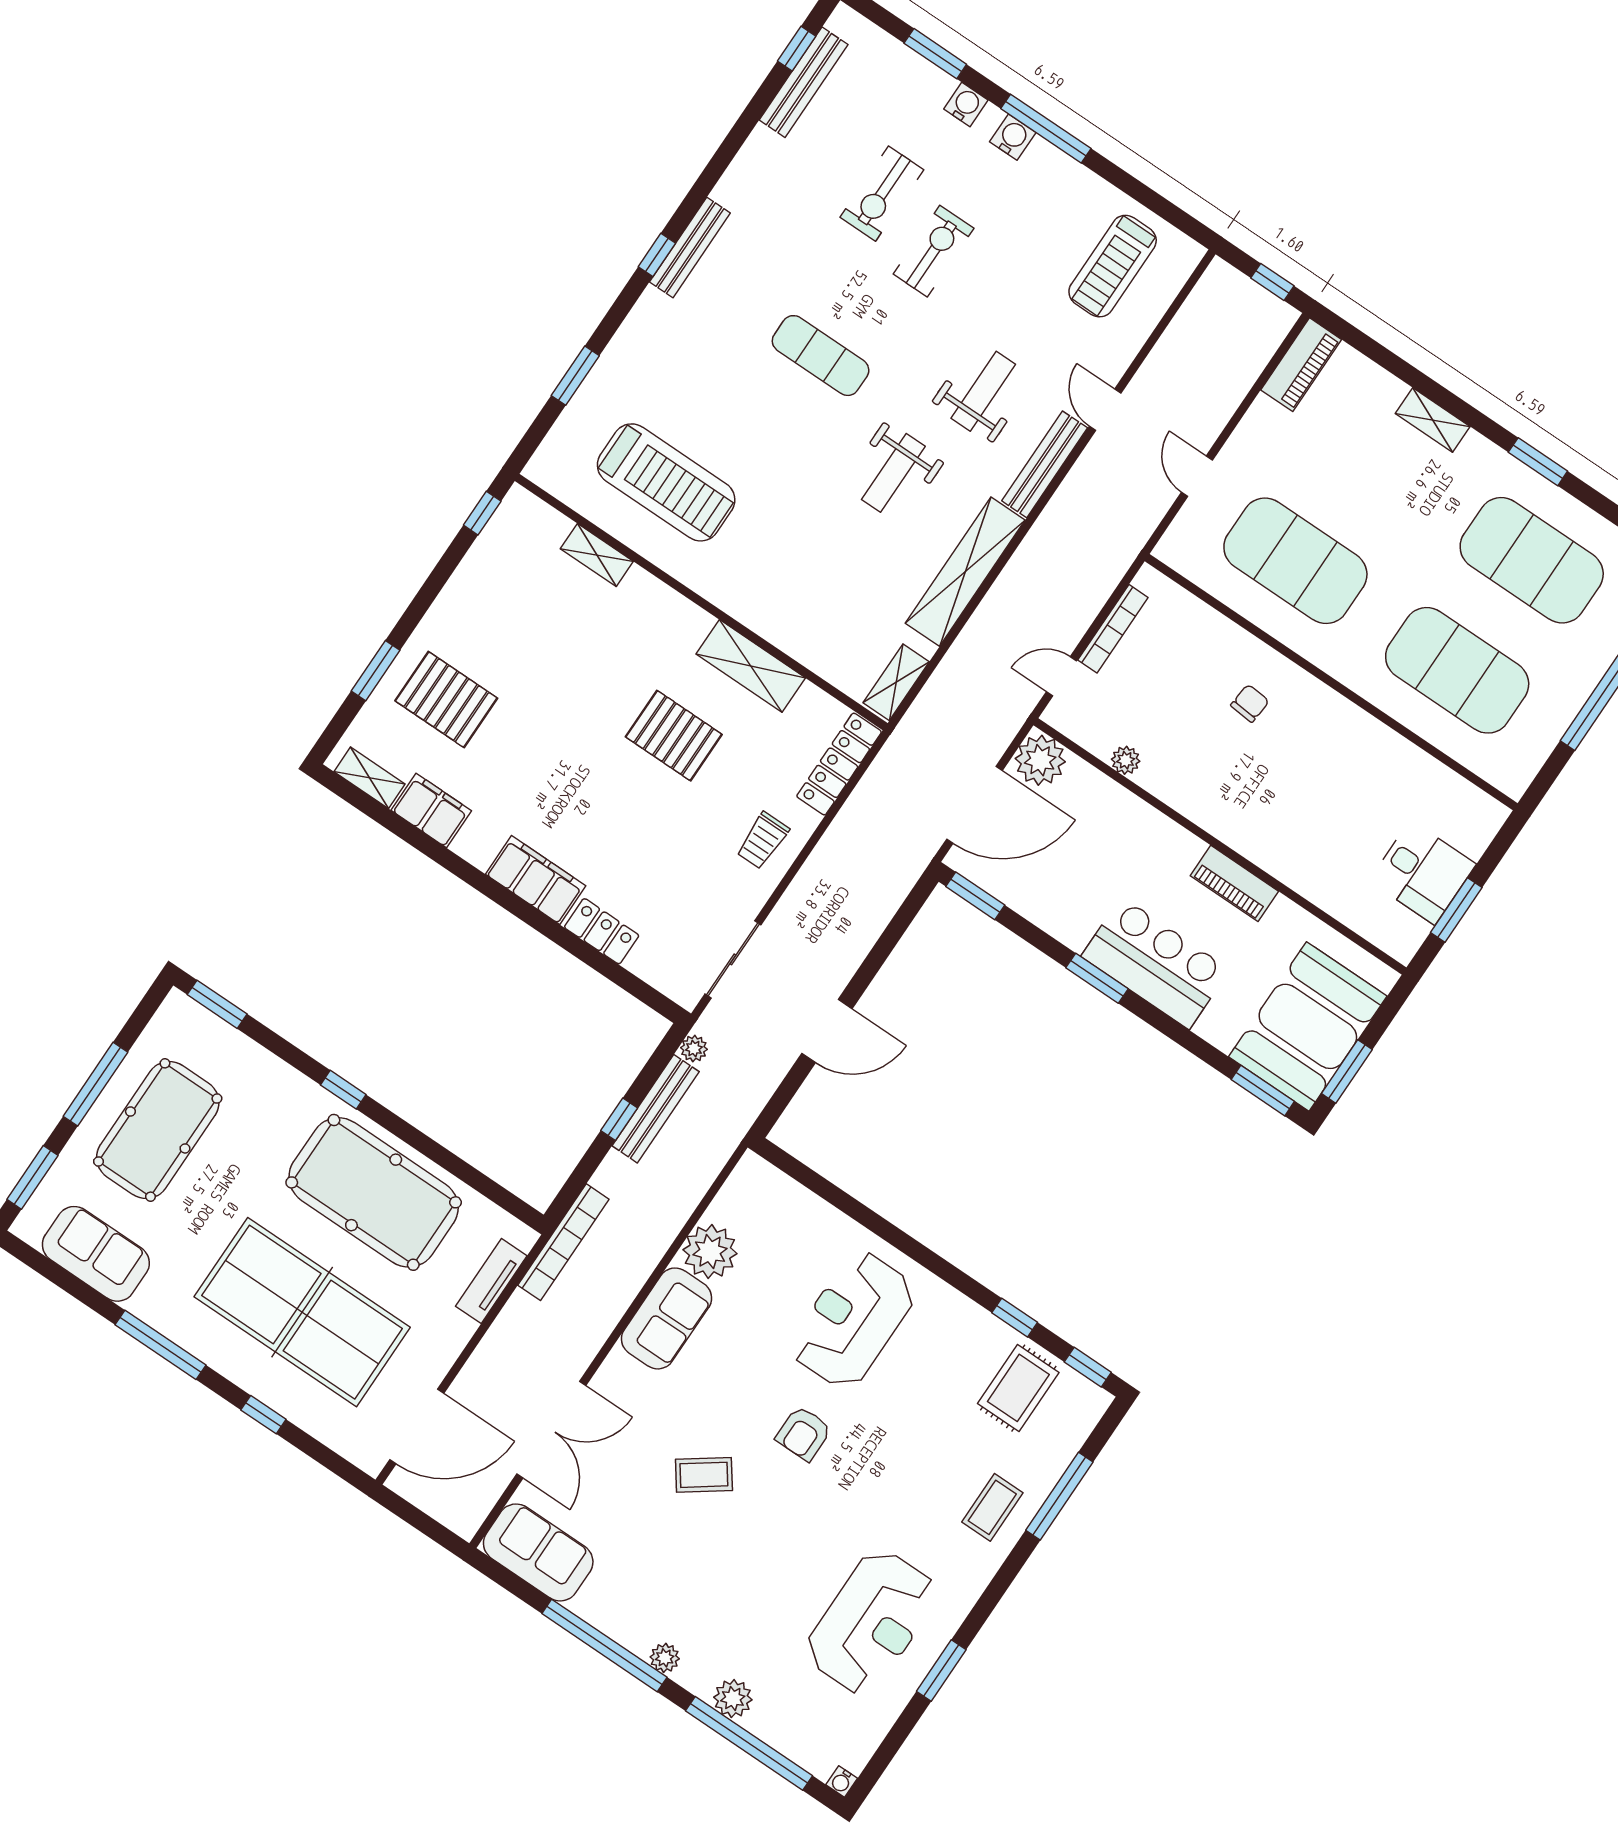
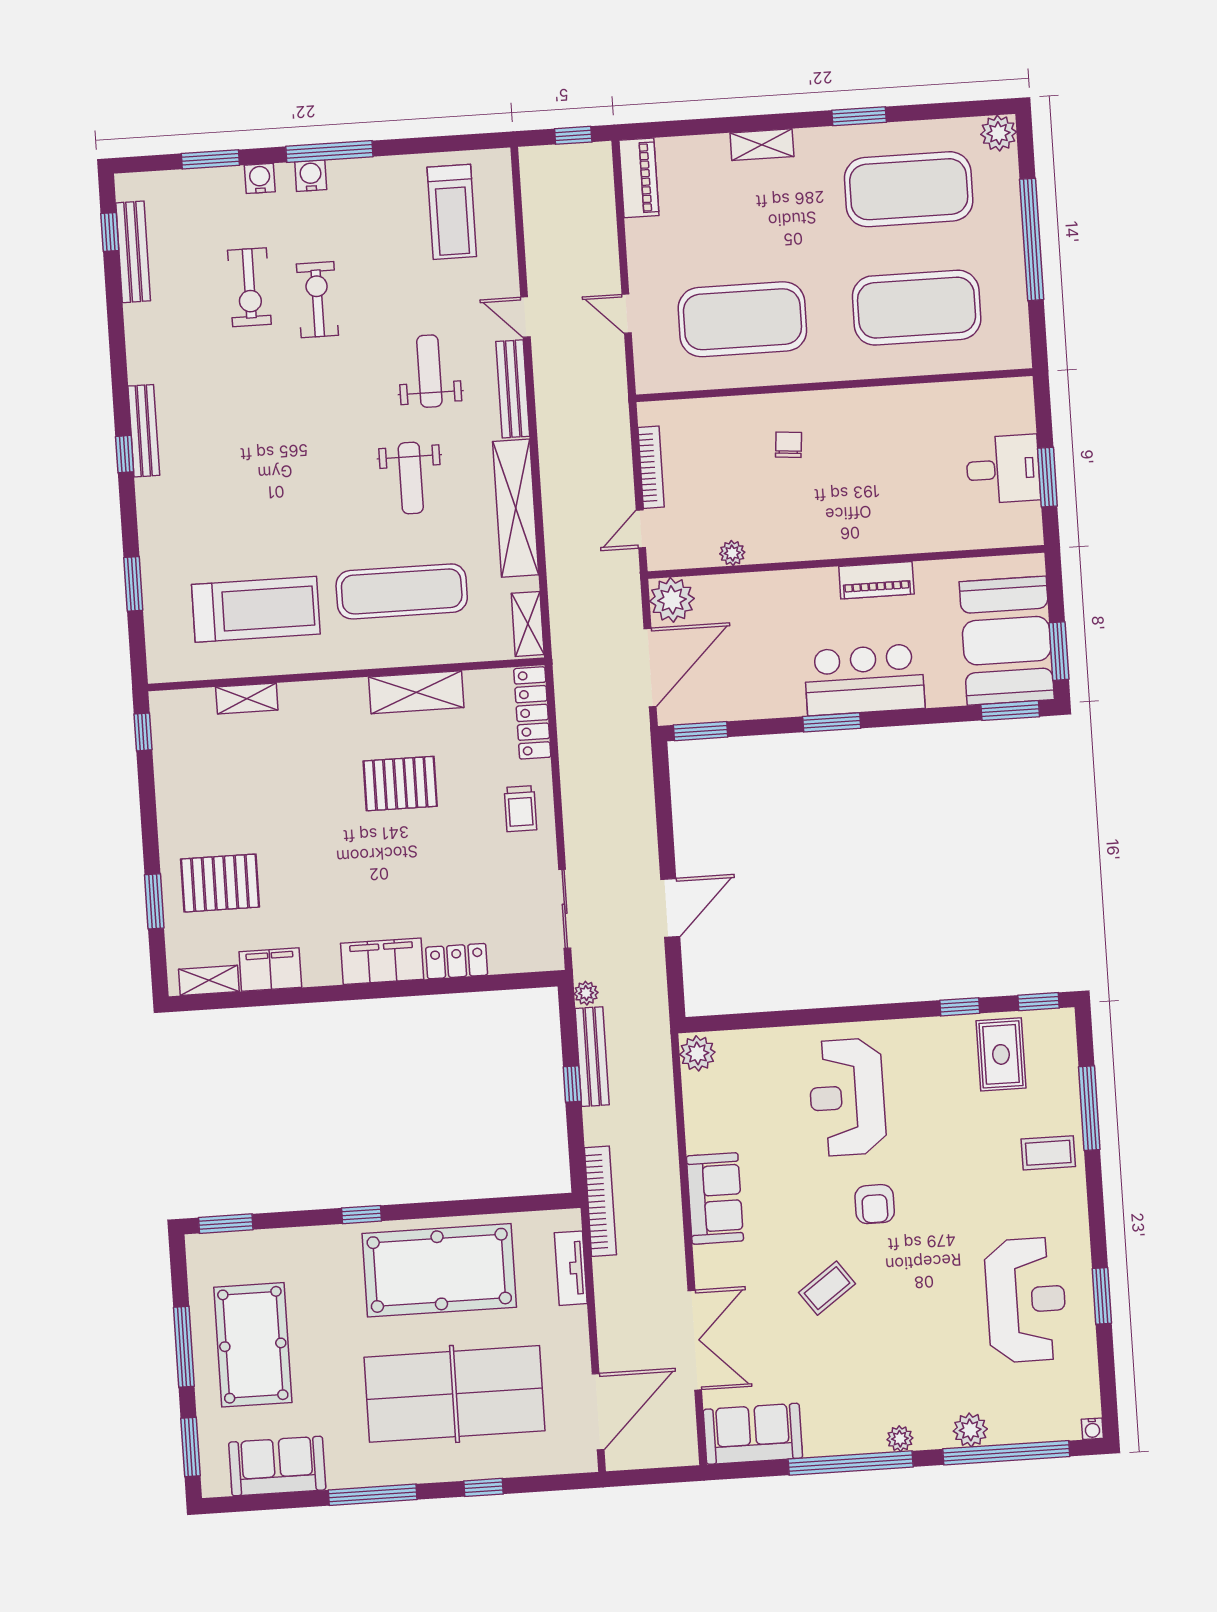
exercise mat: (821, 356) -> (402, 591), moved, width x1.36, depth x1.45
plant: (710, 1252) -> (697, 1053), moved, width x0.73, depth x0.73
coffee table: (992, 1507) -> (1048, 1153), turned 90

